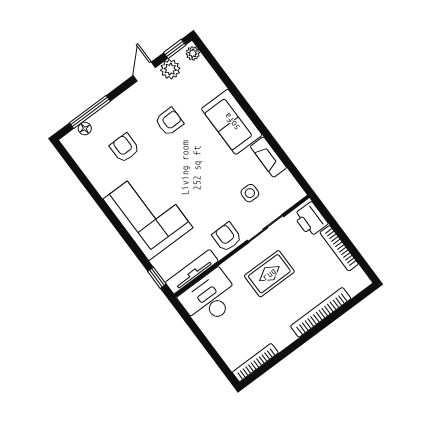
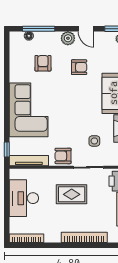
plant: (170, 69) -> (68, 38), moved
door: (144, 71) -> (86, 29), swing flipped
armchair: (227, 237) -> (63, 156), turned -90
desk: (210, 298) -> (24, 198), moved, turned -90

